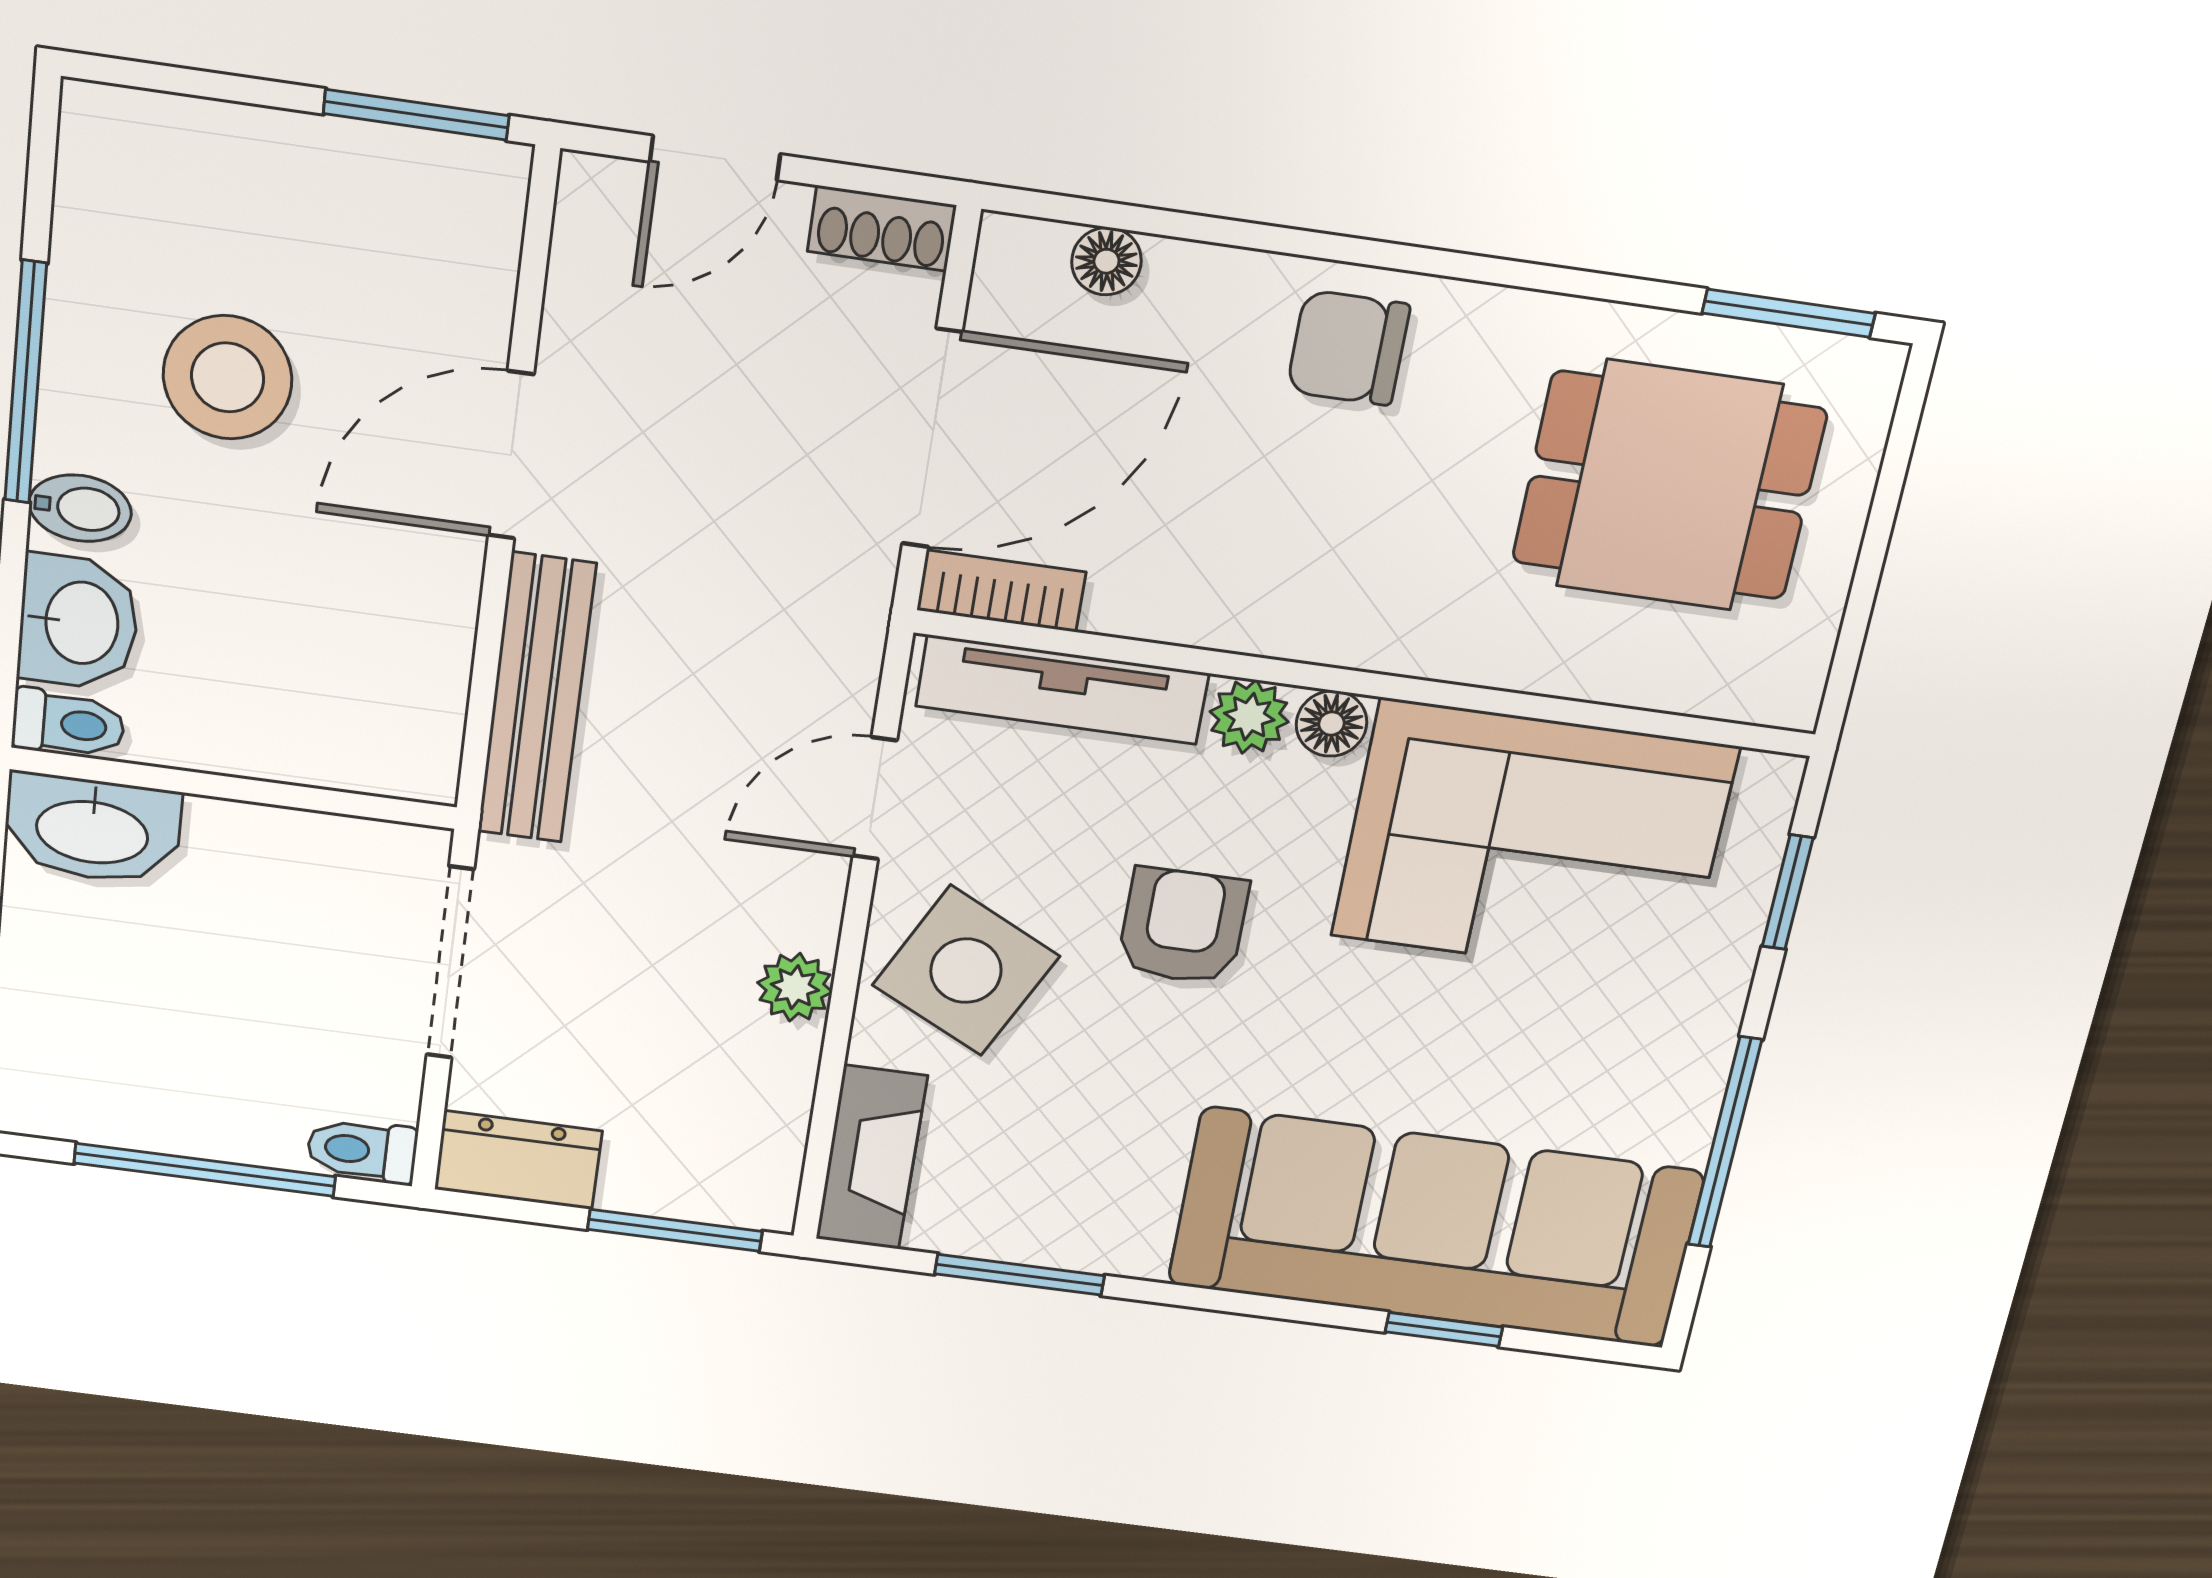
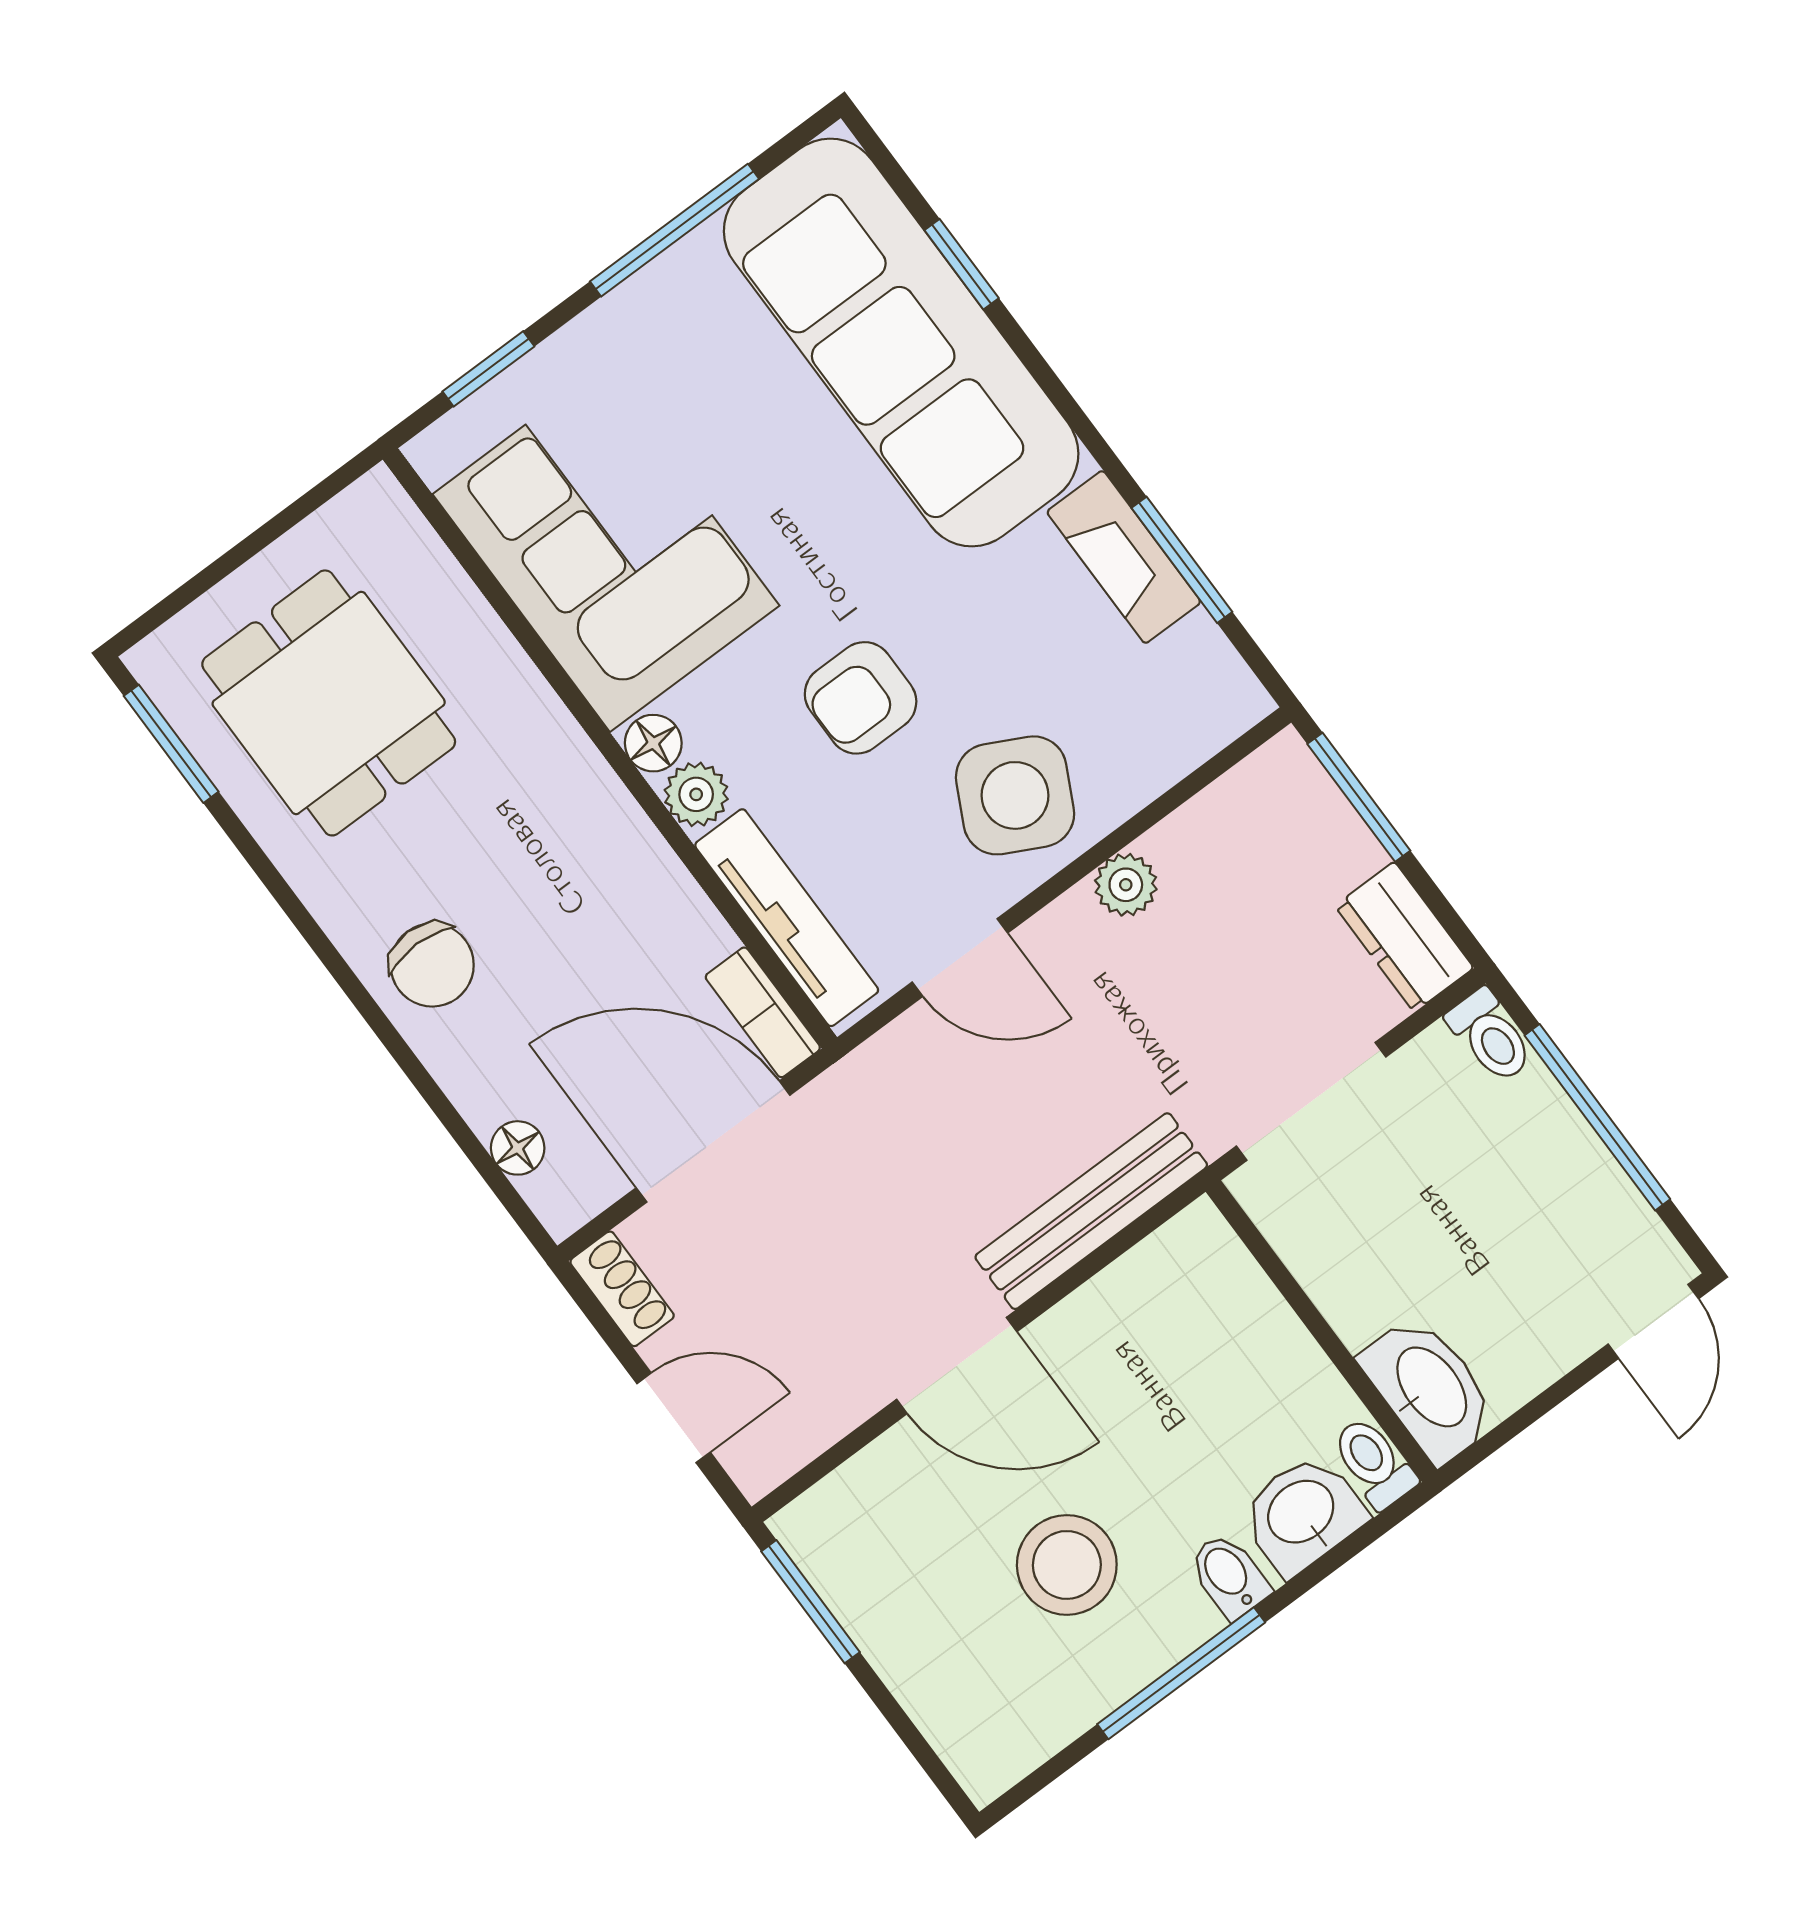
fireplace: (871, 1158) -> (1124, 557), moved, turned -90

